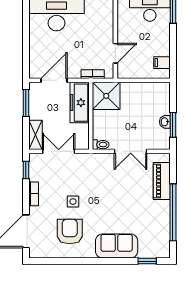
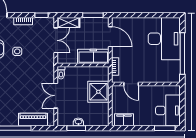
filing cabinet: (162, 63) -> (124, 120), width x2.00
shower: (106, 96) -> (98, 92), moved

